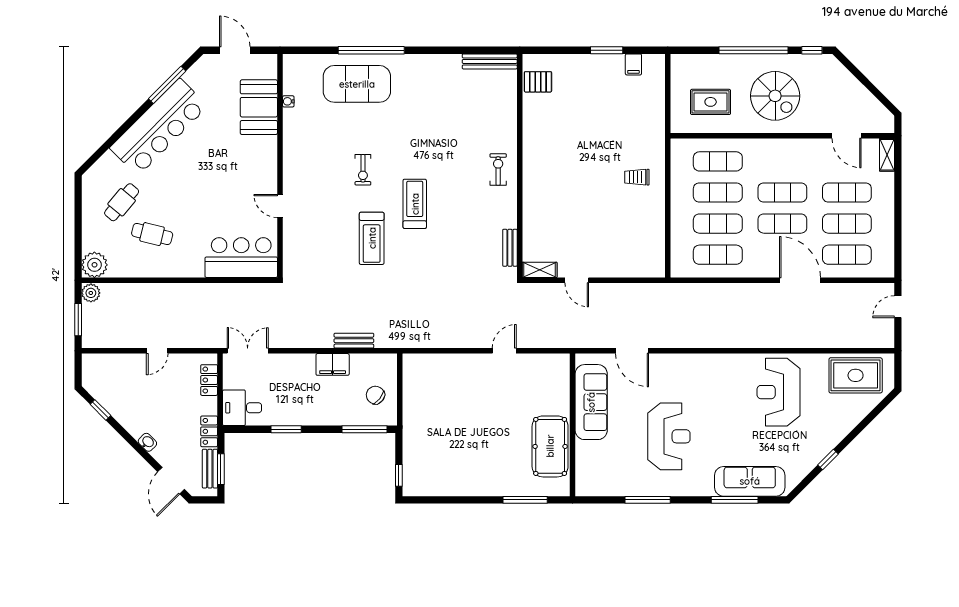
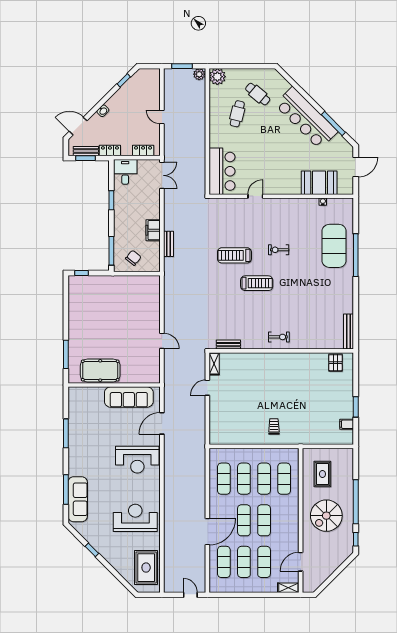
reception desk: (669, 436) -> (137, 460), moved

